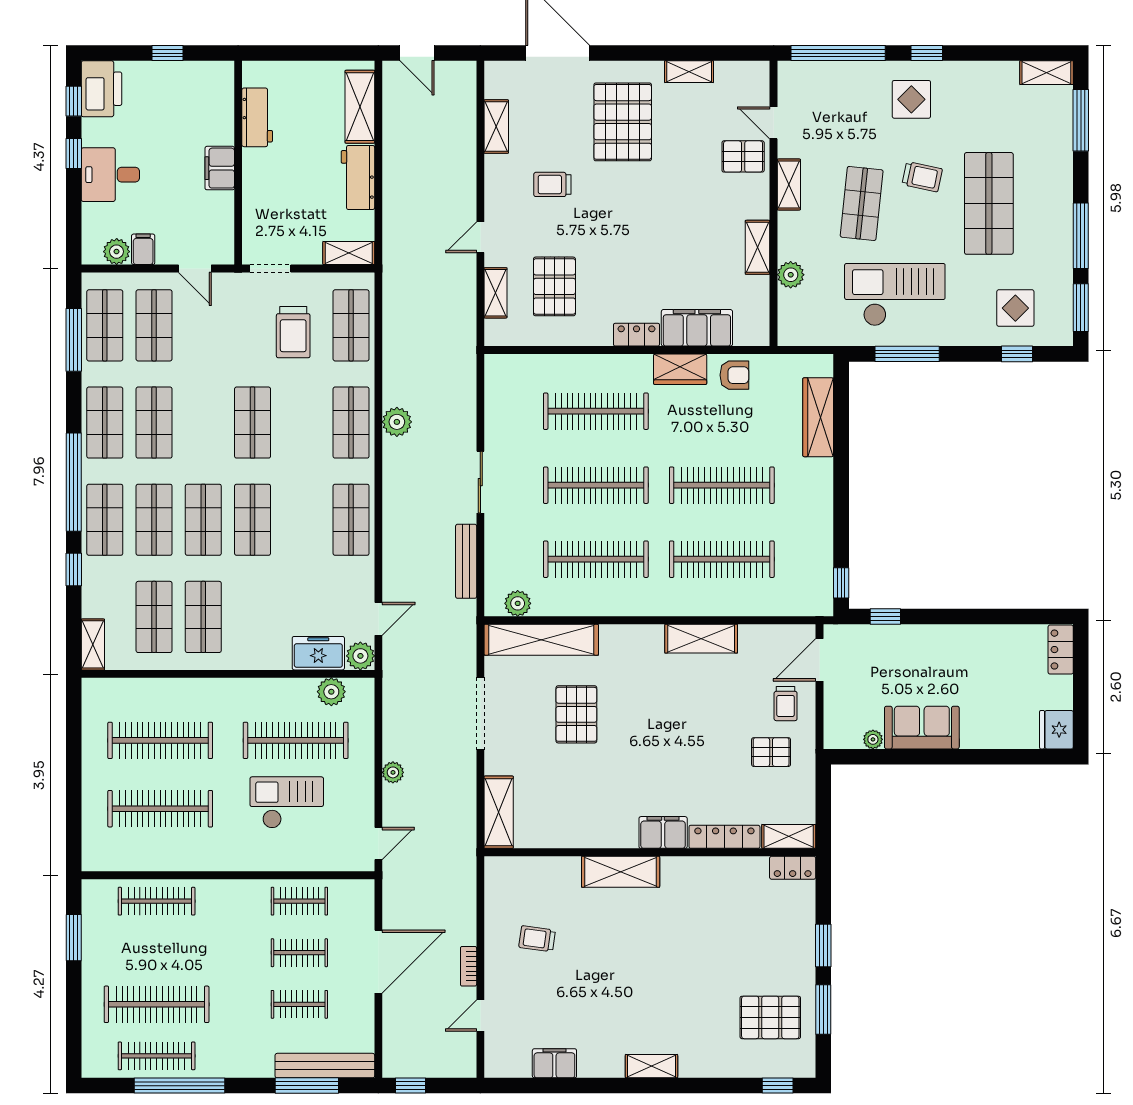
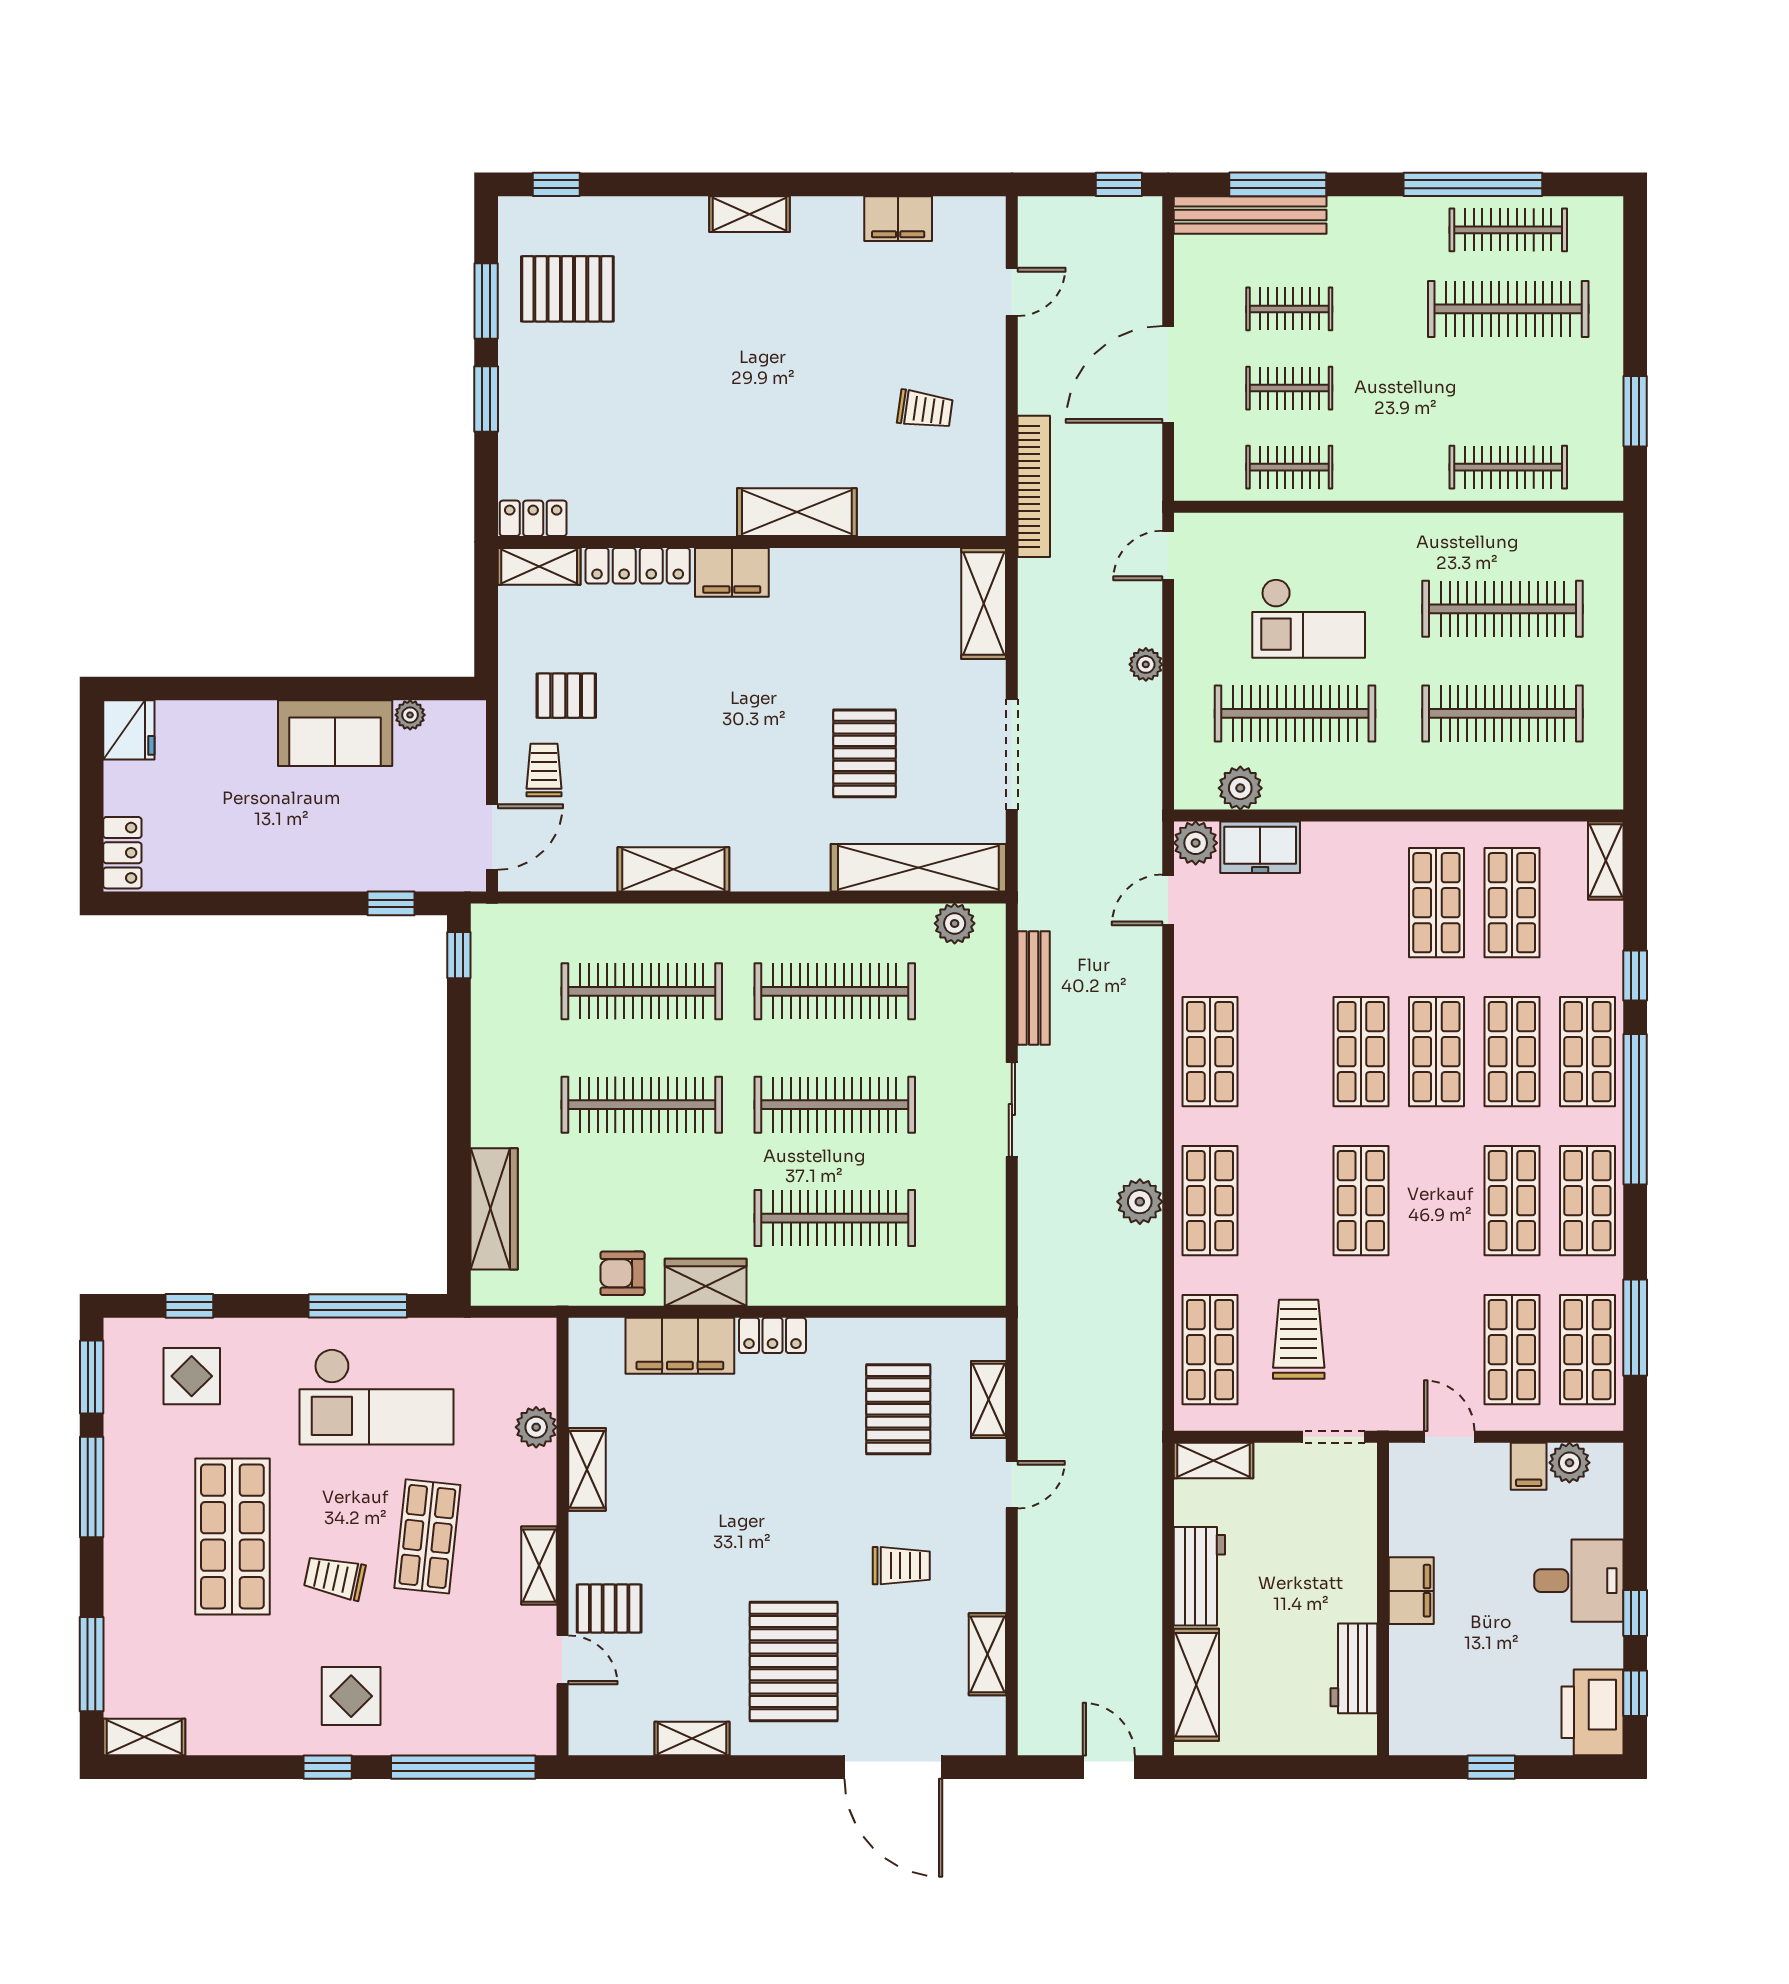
bookcase: (469, 966) -> (1034, 486), moved, width x2.31, depth x1.31

